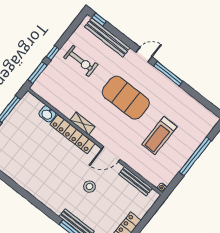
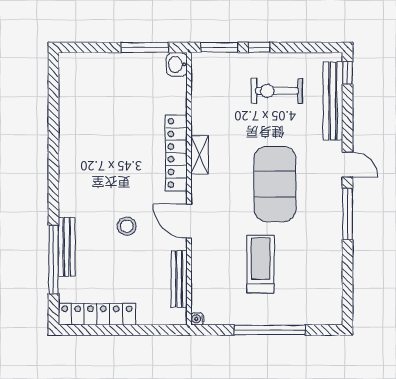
exercise bike: (81, 61) -> (277, 91), turned 90
washbasin: (47, 114) -> (177, 64), moved
treadmill: (159, 136) -> (261, 264), turned 90

